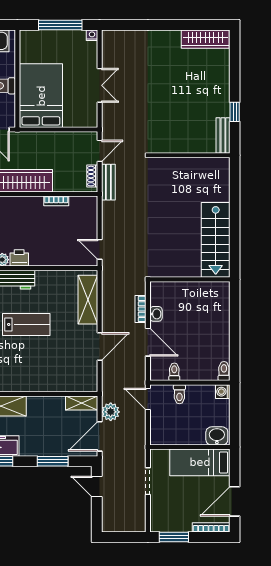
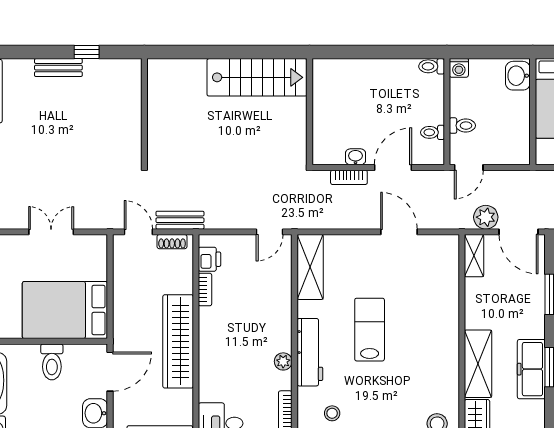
bench: (223, 135) -> (58, 68), moved
printer: (19, 258) -> (209, 259), moved, turned 180
shelving: (88, 300) -> (310, 267), moved, turned 90

